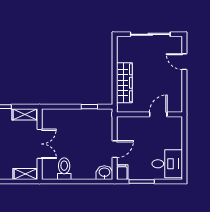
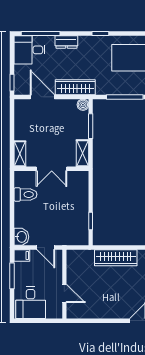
wall: (149, 114) -> (64, 284), moved
door: (158, 114) -> (64, 293), moved

